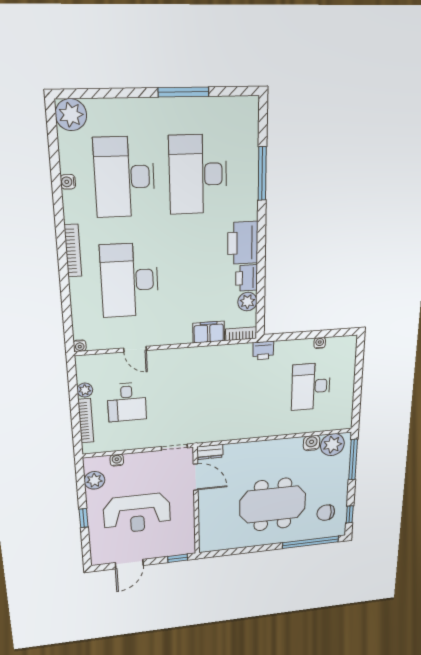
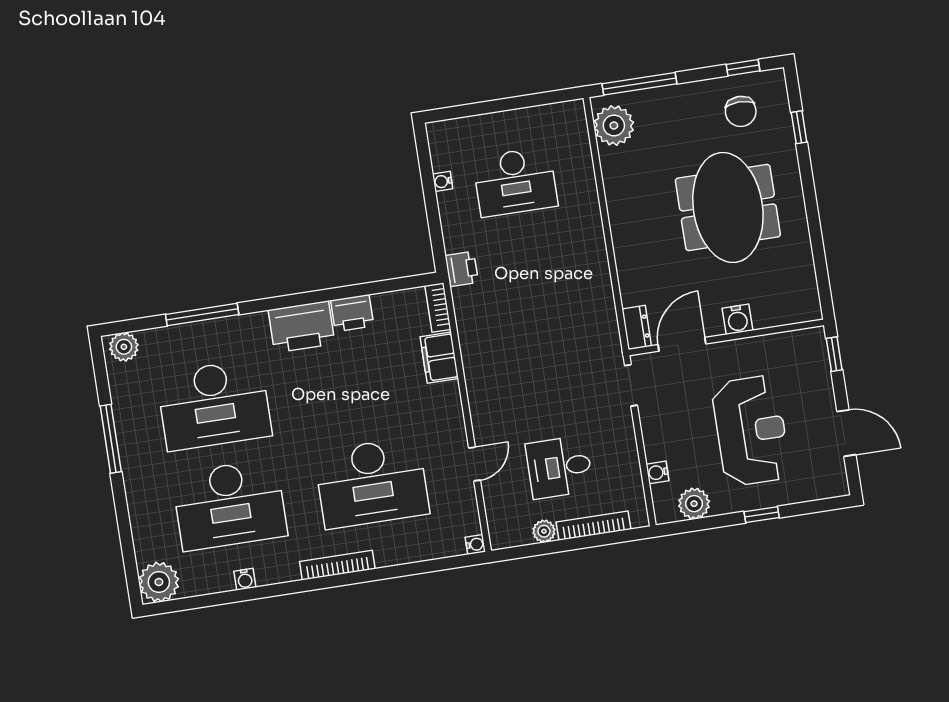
plant: (247, 302) -> (124, 347), moved
desk: (127, 402) -> (559, 467), turned 180
water cooler: (312, 443) -> (738, 319), moved, turned -90
window: (311, 542) -> (799, 127), width x0.32

